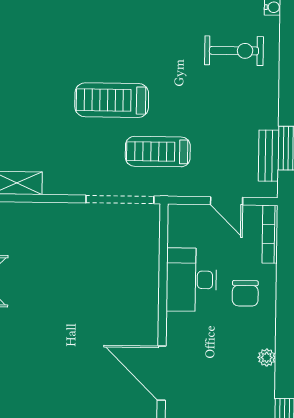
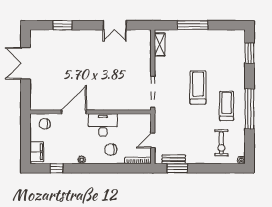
treadmill: (158, 152) -> (227, 106), moved
desk: (191, 280) -> (103, 125), moved

